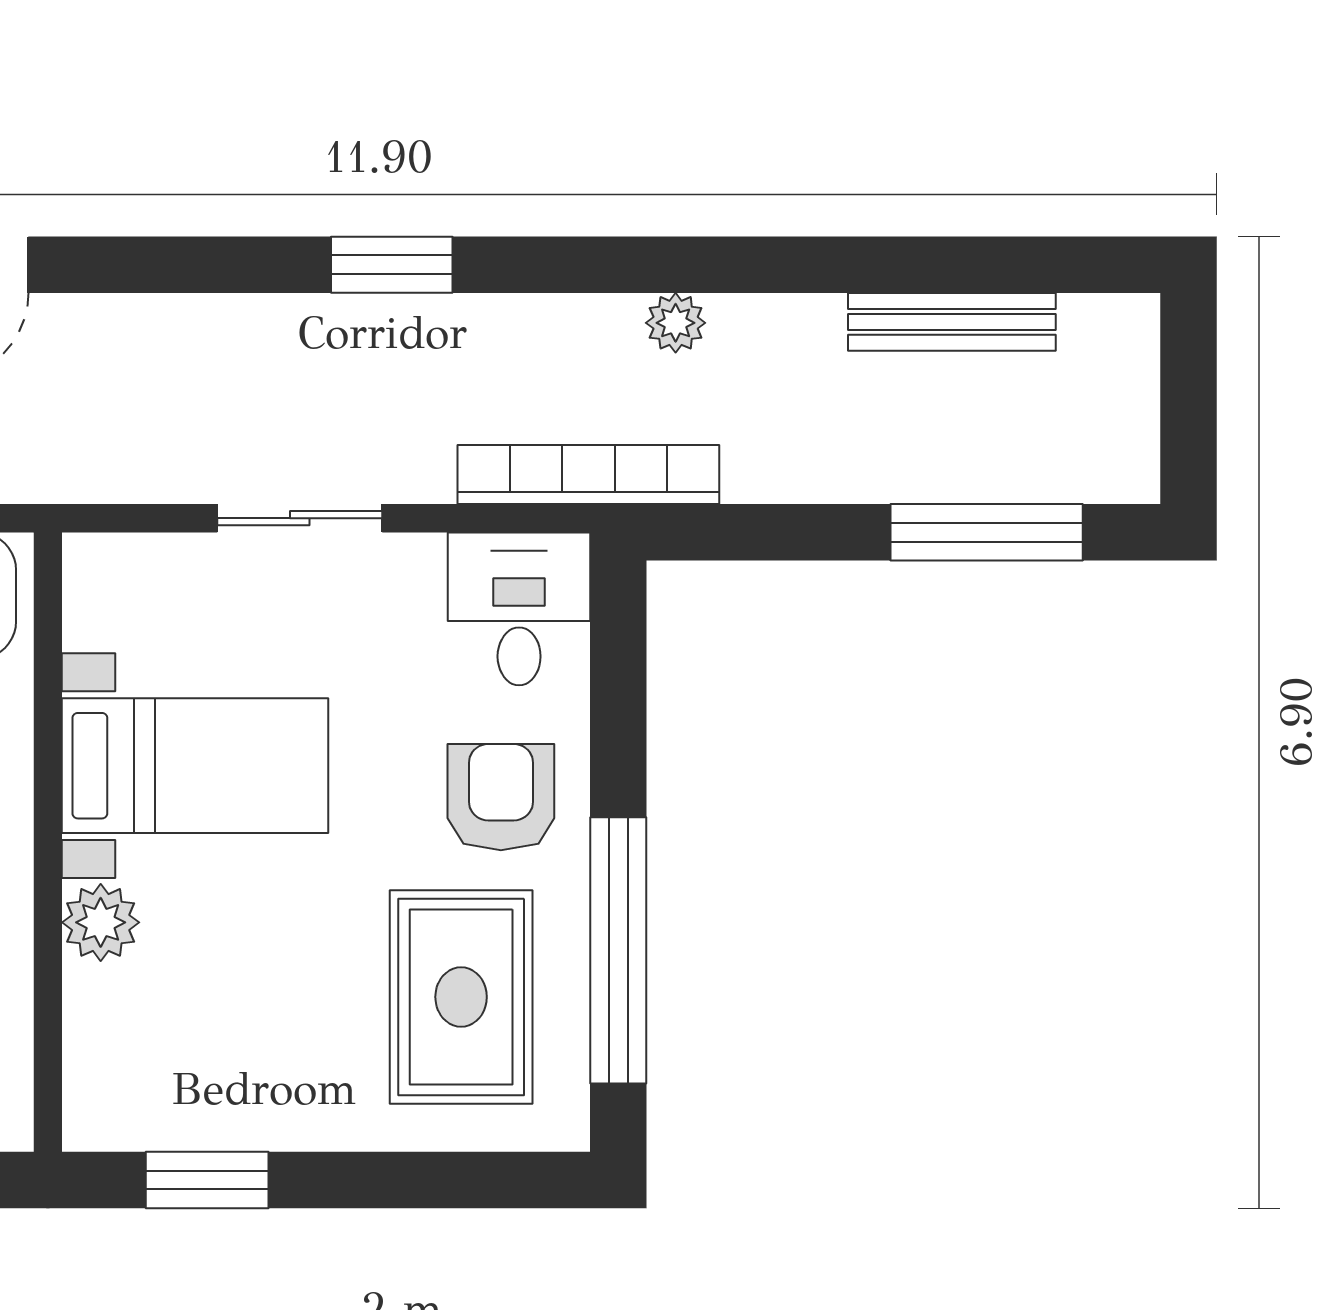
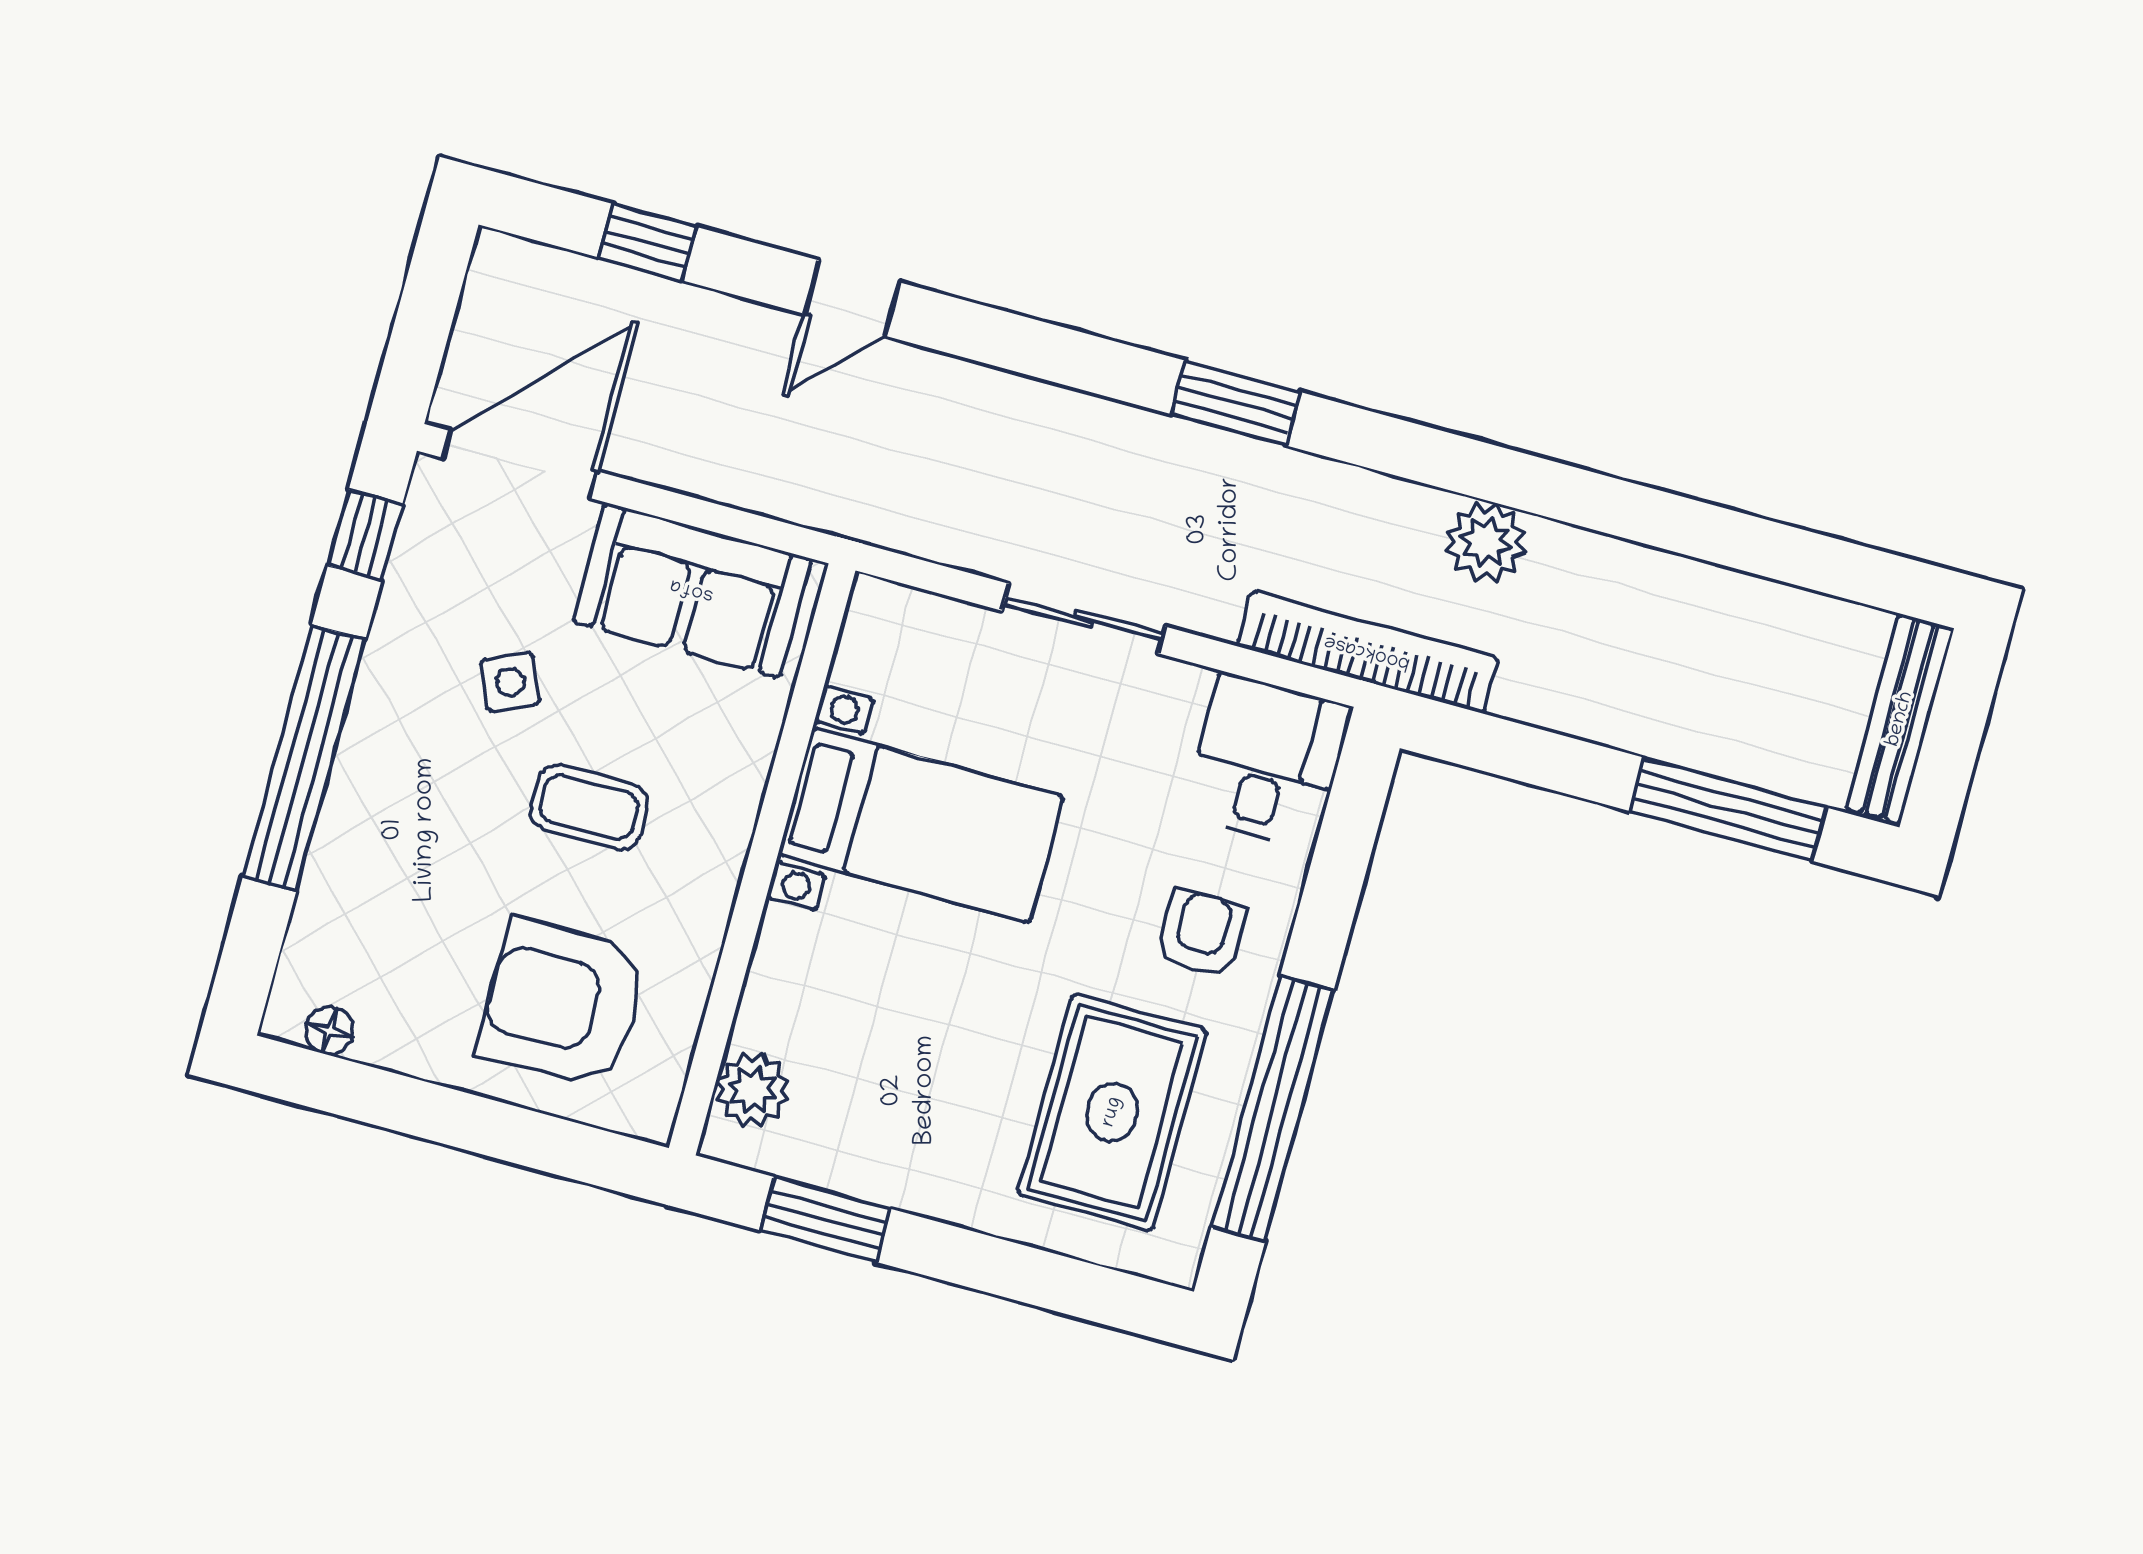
bench: (952, 322) -> (1900, 719), moved, turned 90
plant: (676, 323) -> (1486, 542), width x1.38, depth x1.38
armchair: (501, 797) -> (1201, 934), width x0.72, depth x0.72
plant: (101, 922) -> (753, 1090), moved

